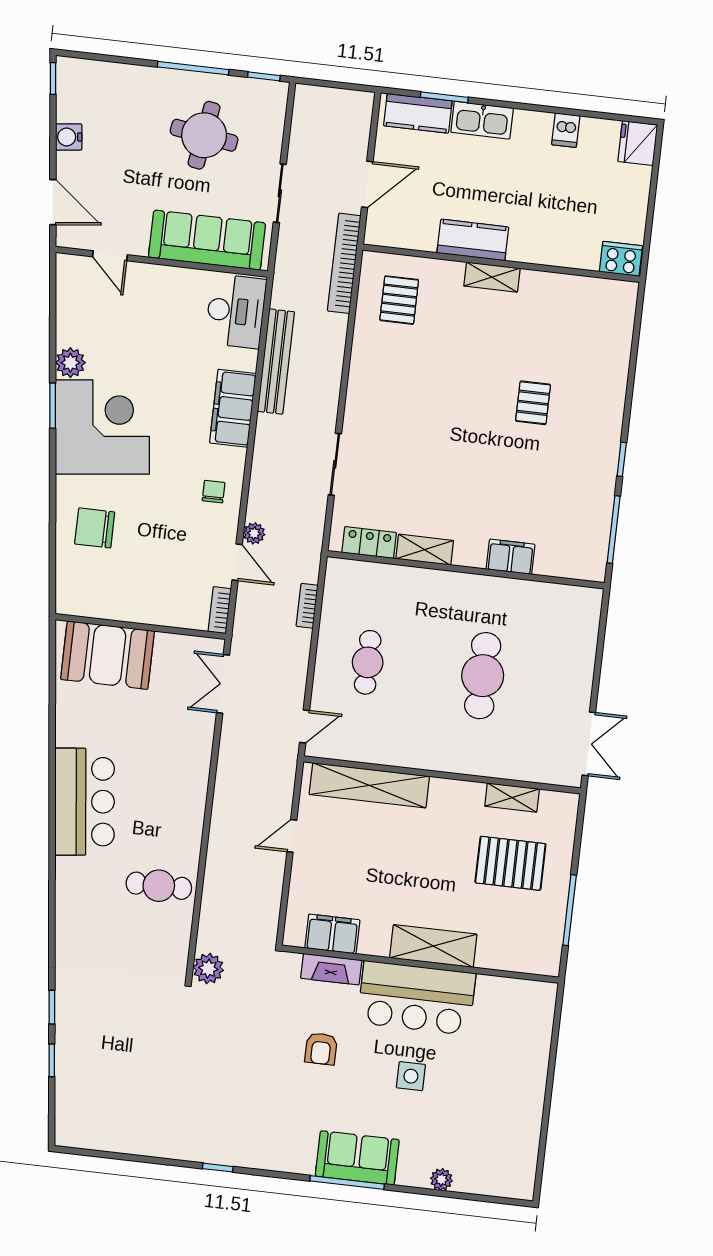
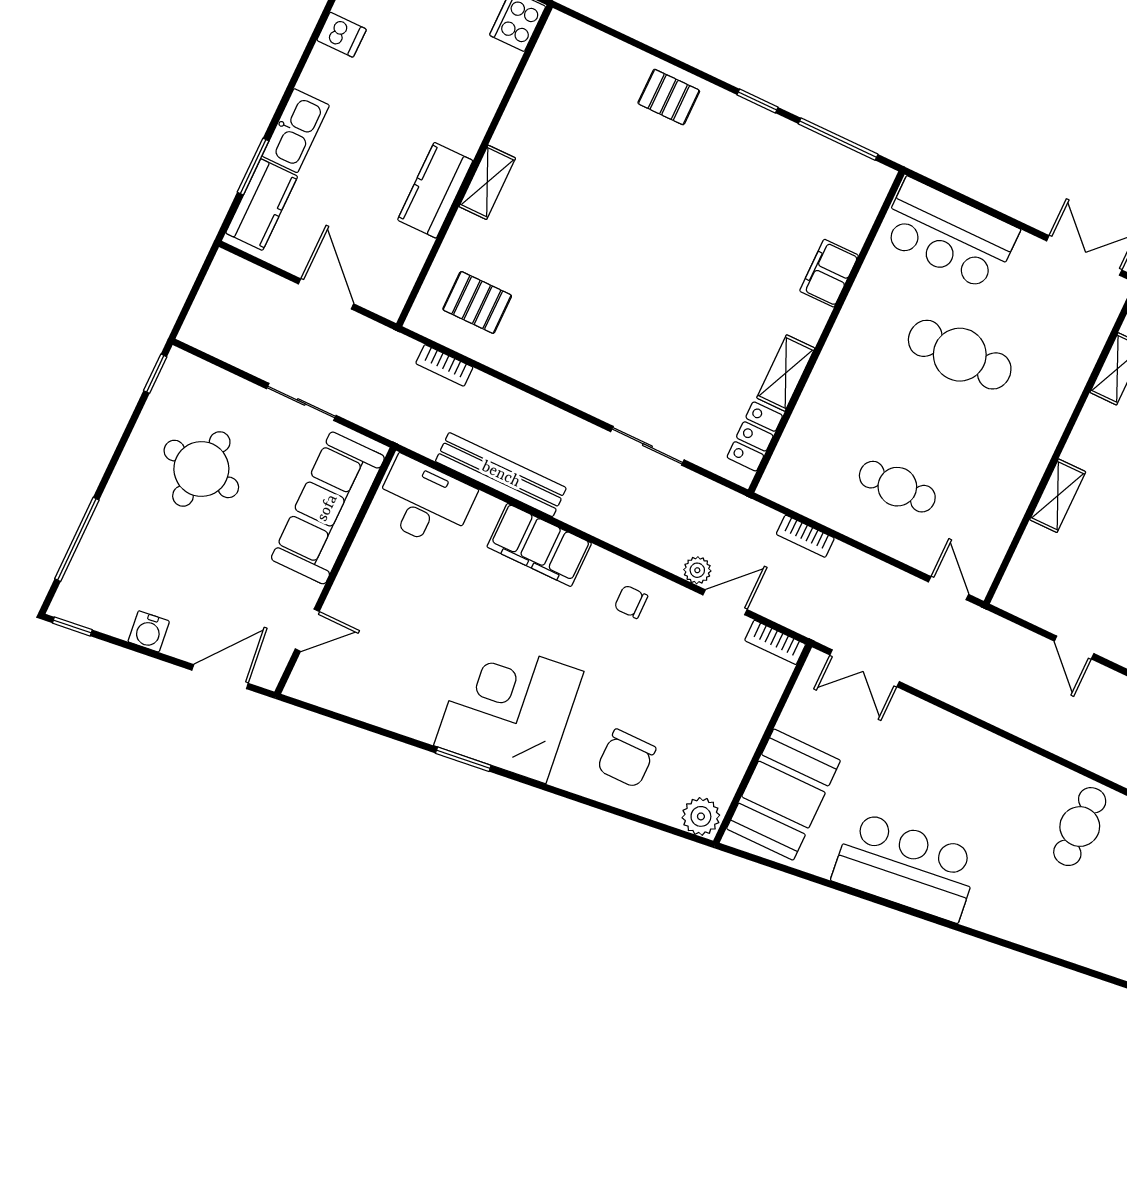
window: (193, 68) -> (77, 539), moved
bookcase: (344, 263) -> (444, 365), width x0.43, depth x0.76
plant: (70, 363) -> (701, 816), moved
pallet: (533, 403) -> (669, 97), moved
bar counter: (570, 637) -> (949, 234), added
shelving: (369, 785) -> (1058, 496), width x0.45, depth x0.75
bar counter: (85, 802) -> (906, 867), moved

